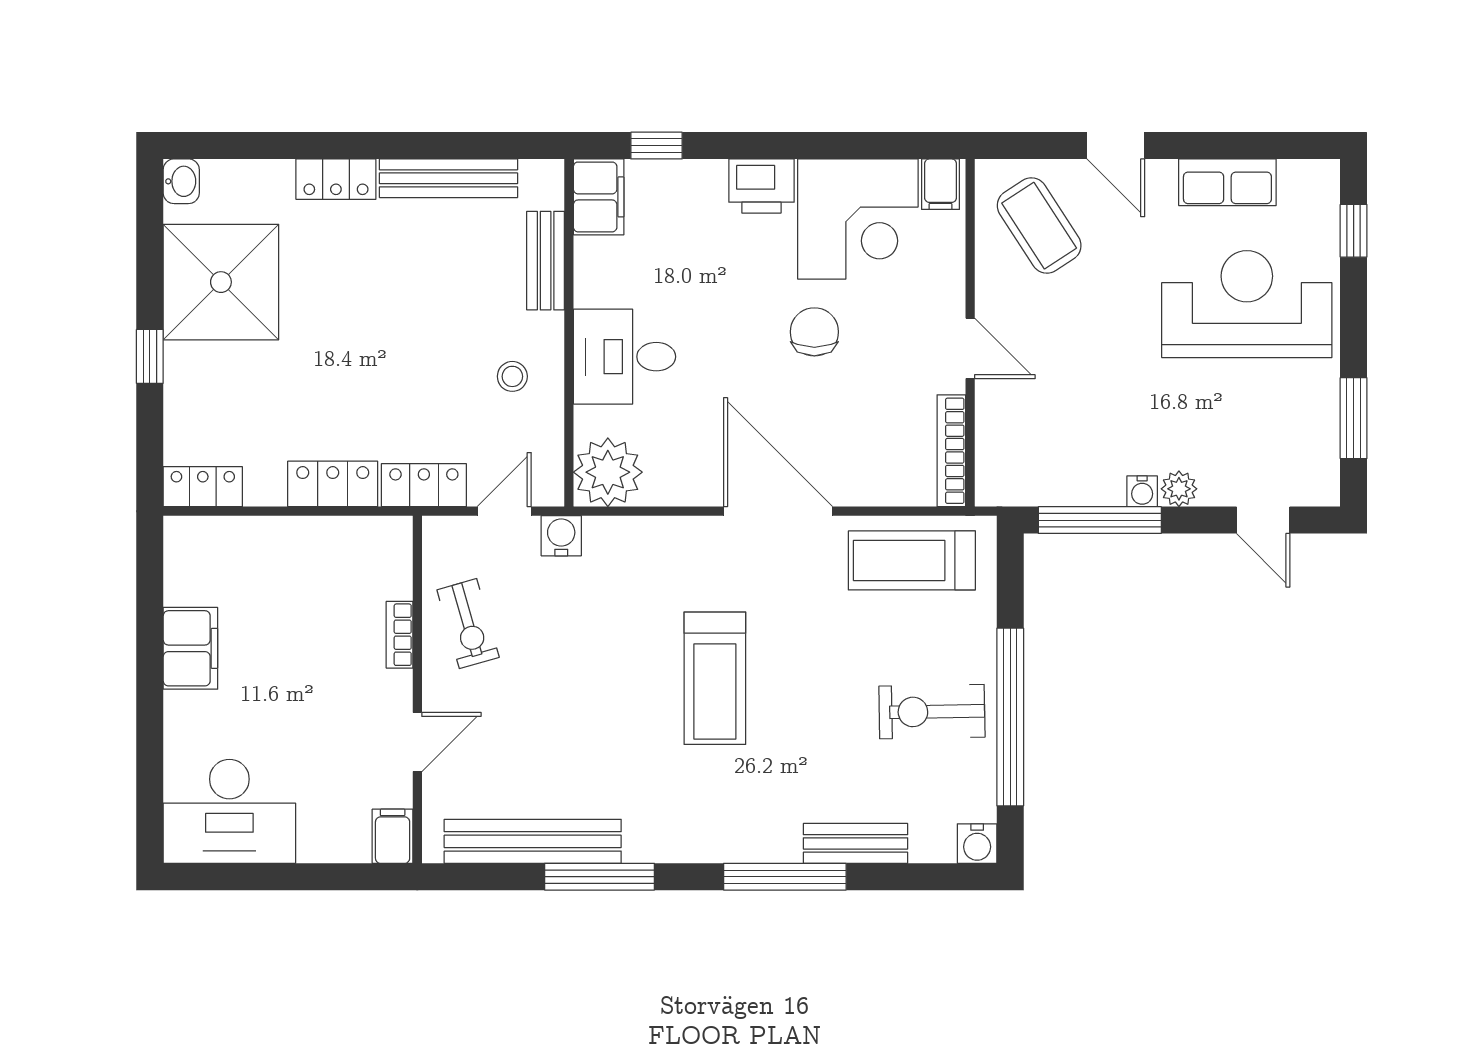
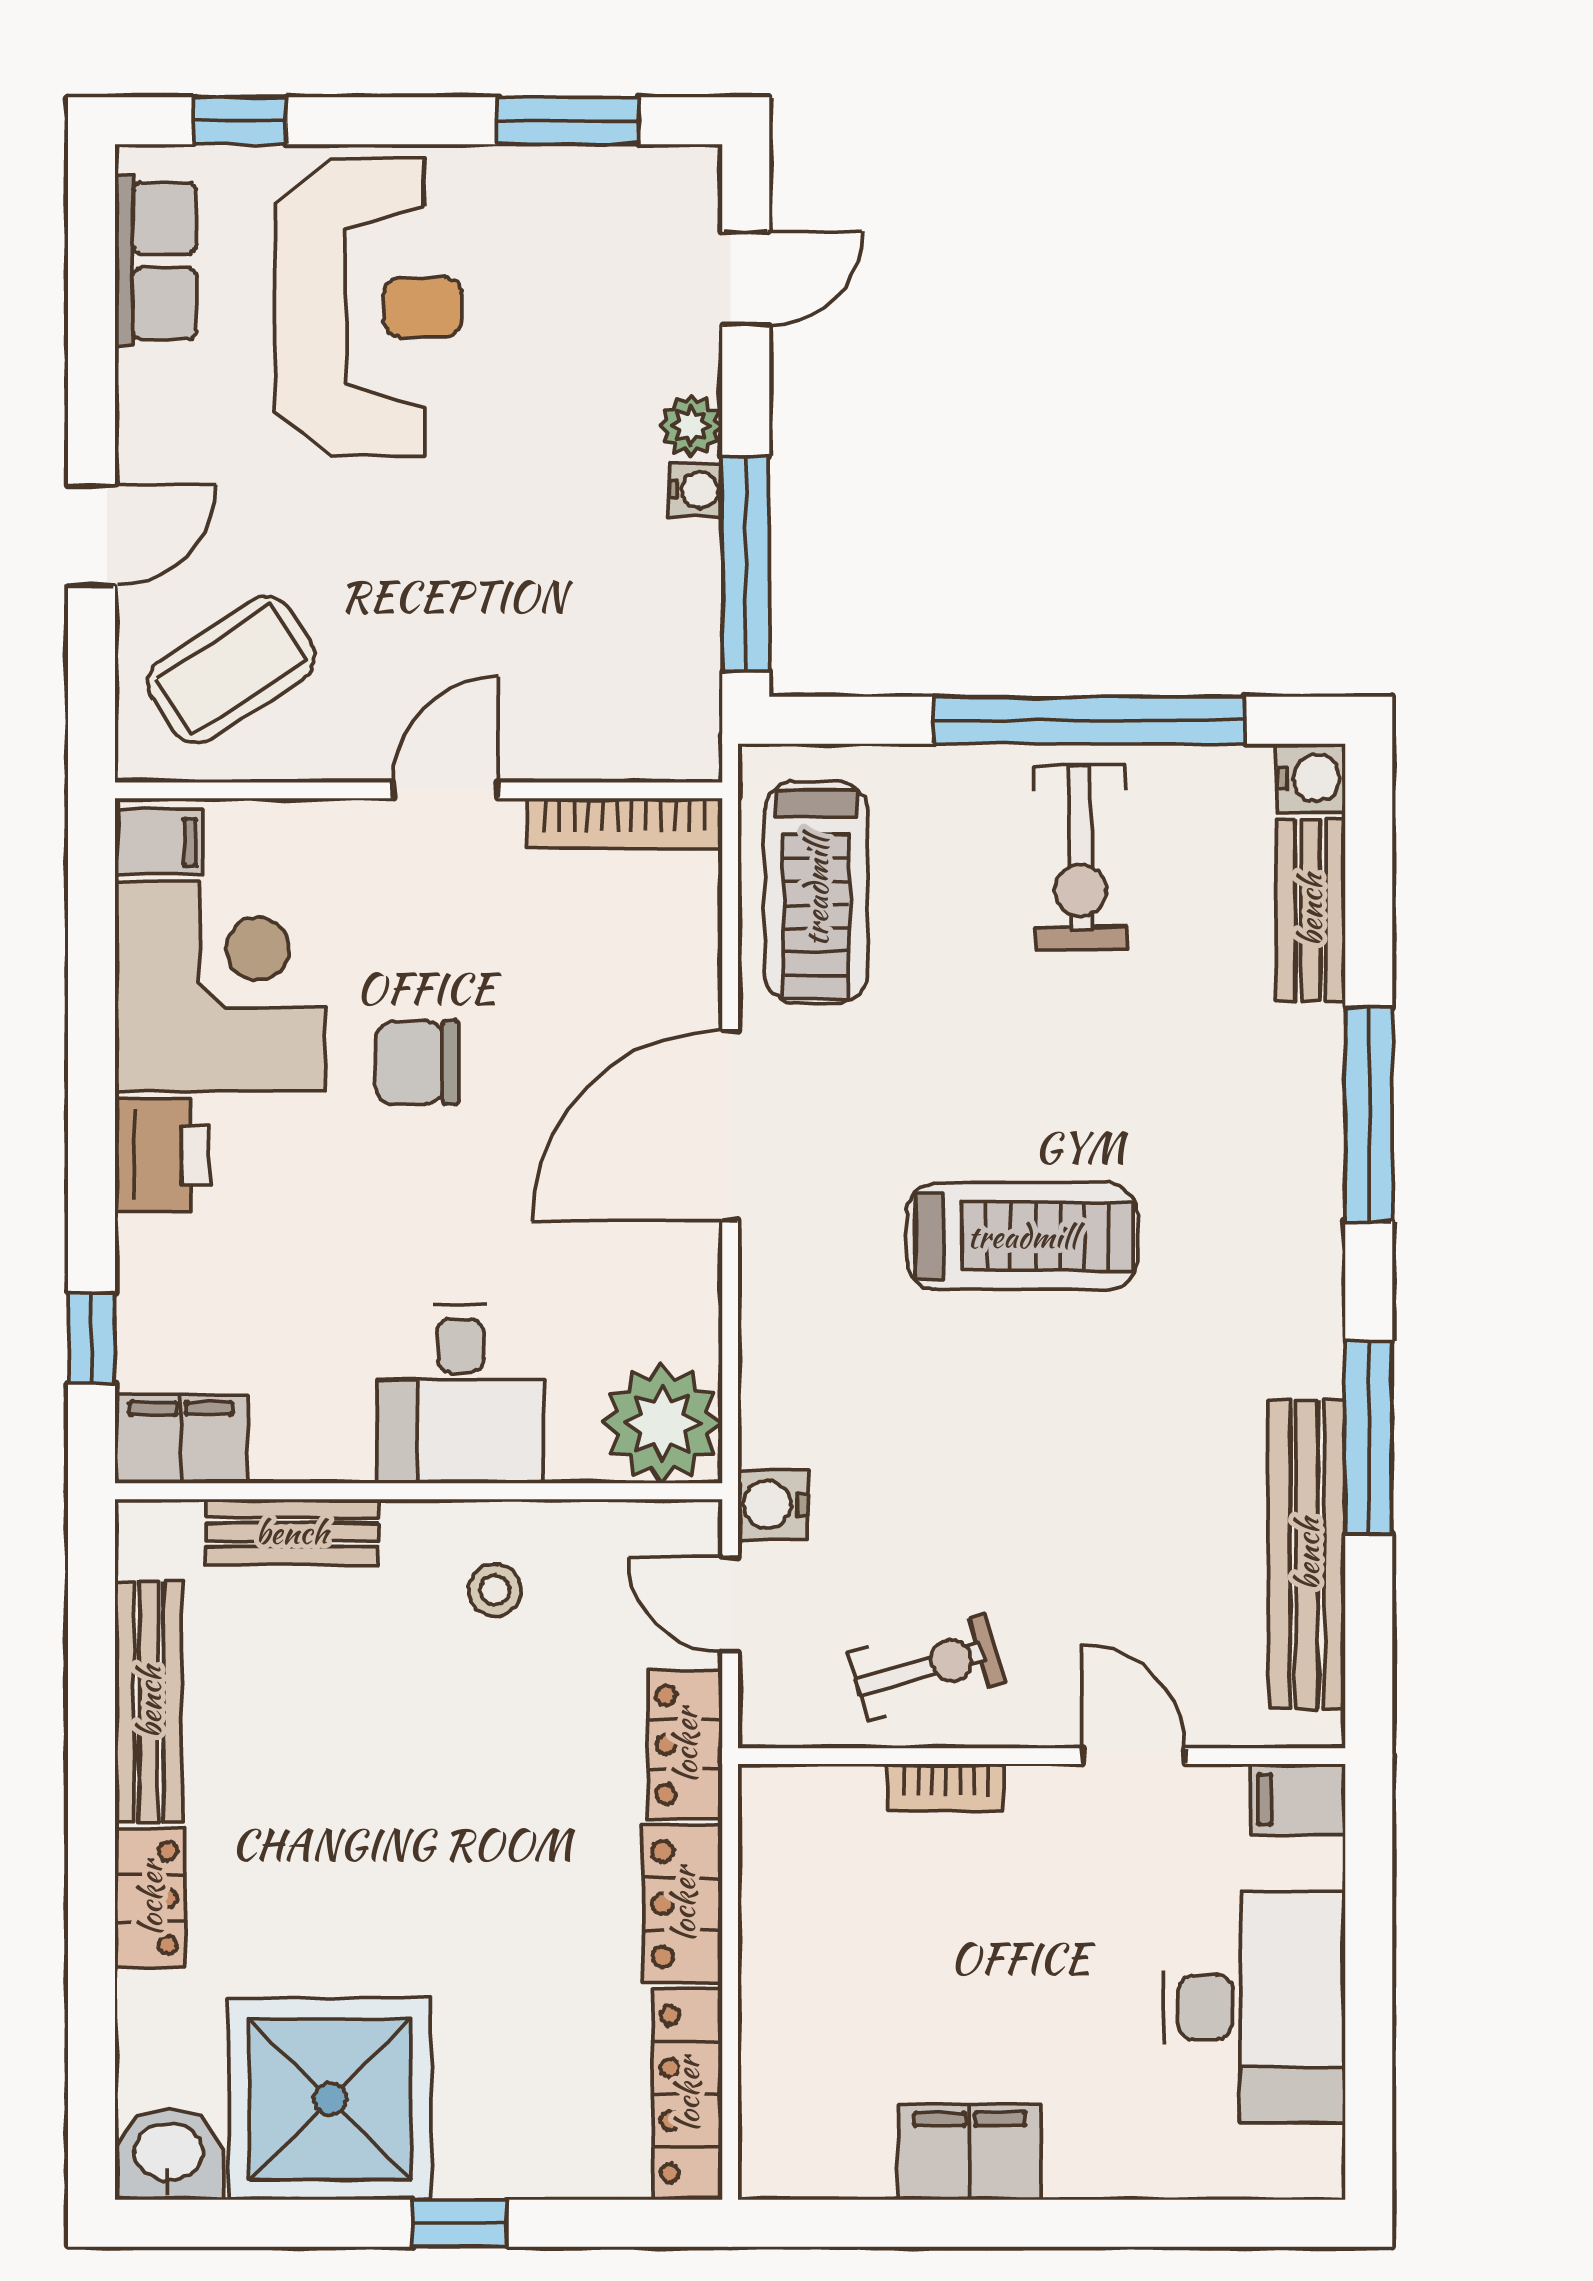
washbasin: (181, 181) -> (169, 2154), width x1.38, depth x1.45
row of seats: (1227, 182) -> (156, 261), moved
reception desk: (1247, 304) -> (368, 307), turned 180
locker: (203, 487) -> (687, 2094), width x1.53
desk: (229, 811) -> (1254, 2007), moved
bench: (855, 843) -> (1310, 910), moved

